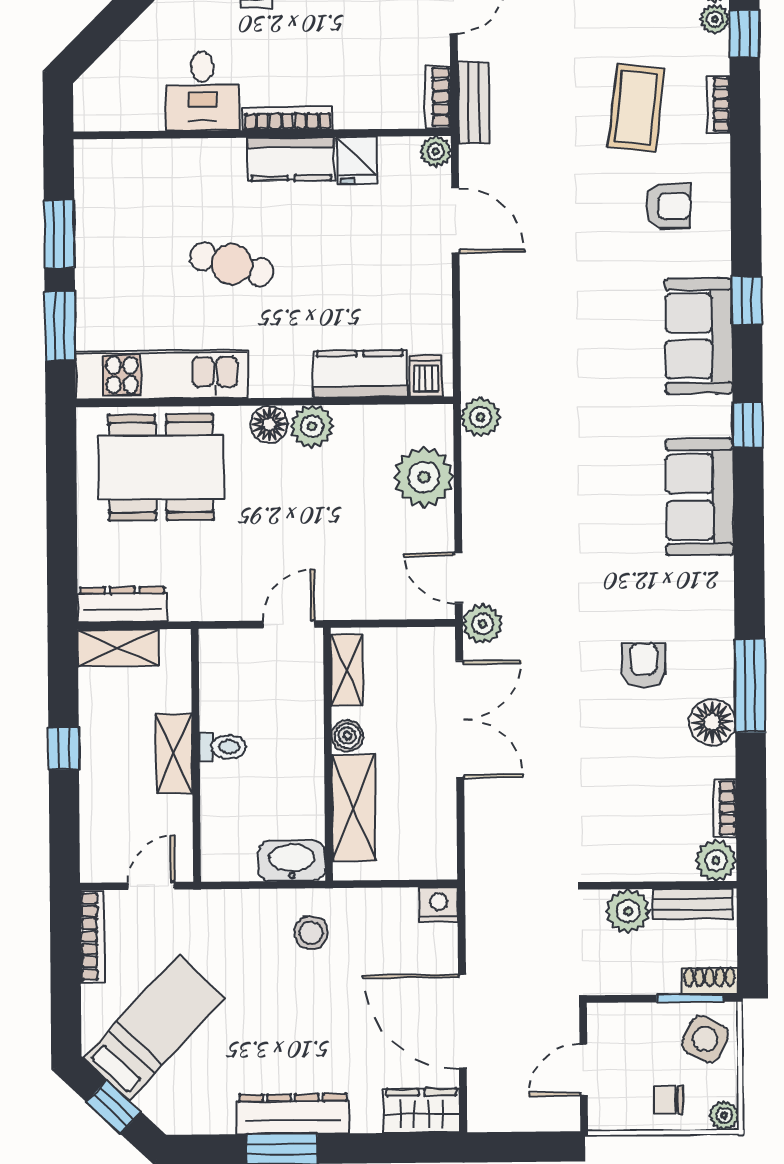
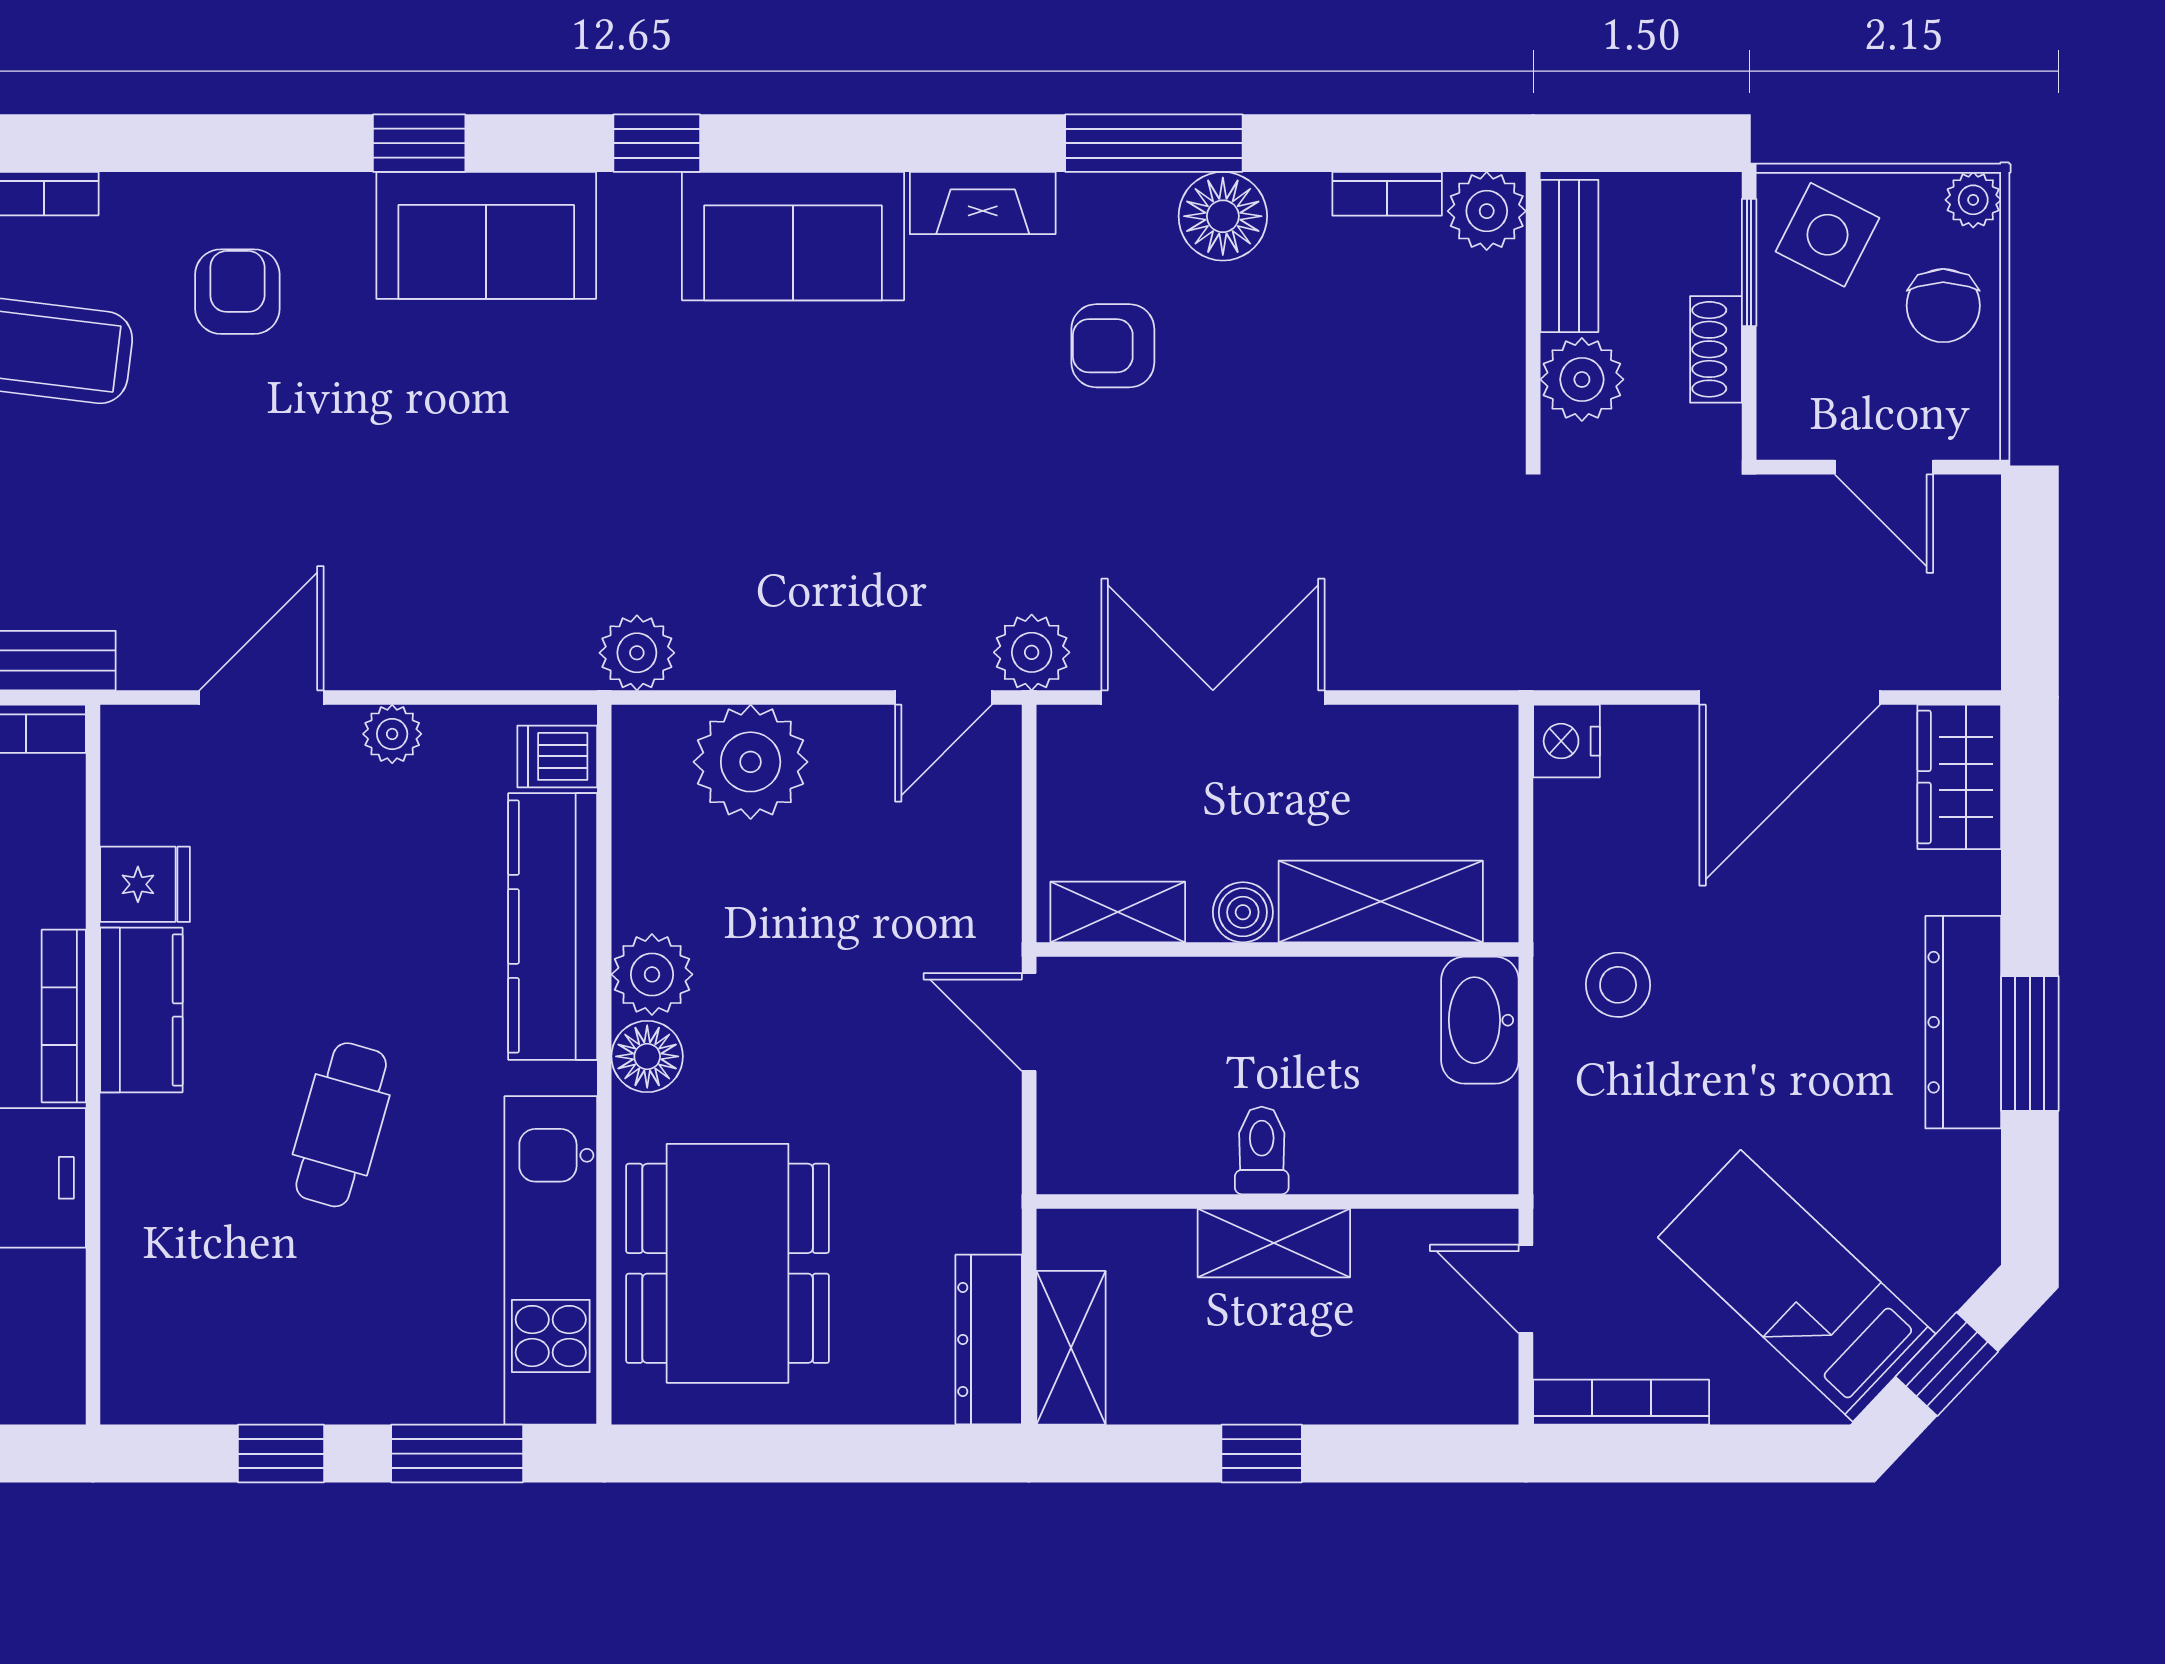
plant: (436, 151) -> (392, 734), moved
window: (59, 234) -> (281, 1454), width x0.67
kitchen counter: (360, 374) -> (553, 926), width x1.50
fireplace: (718, 596) -> (983, 203), added
shoe rack: (710, 981) -> (1716, 349), moved
chair: (669, 1100) -> (1943, 306), width x1.37, depth x1.37

